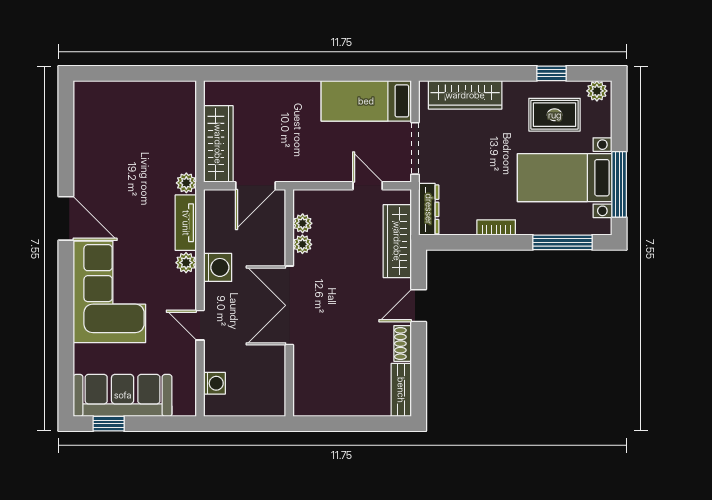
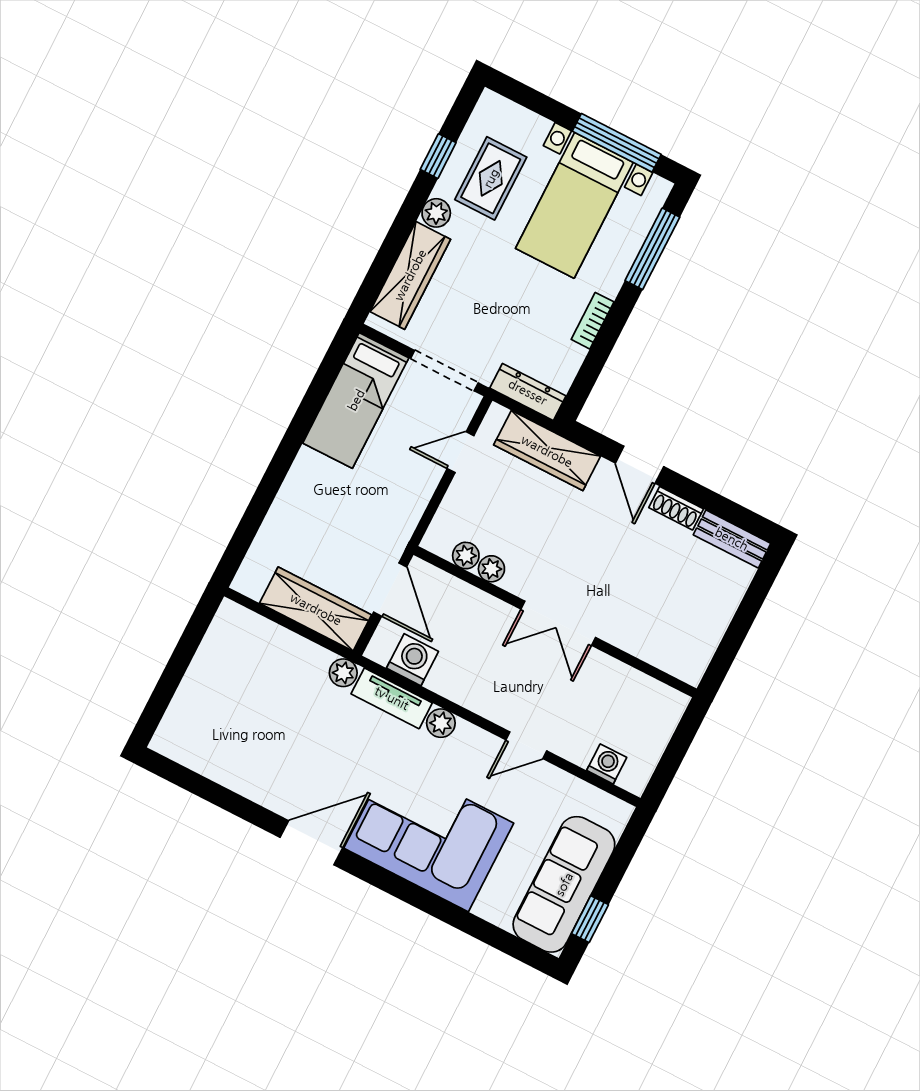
plant: (597, 91) -> (436, 213), moved
washing machine: (218, 267) -> (413, 660), moved
double door: (289, 305) -> (558, 623), width x0.73

